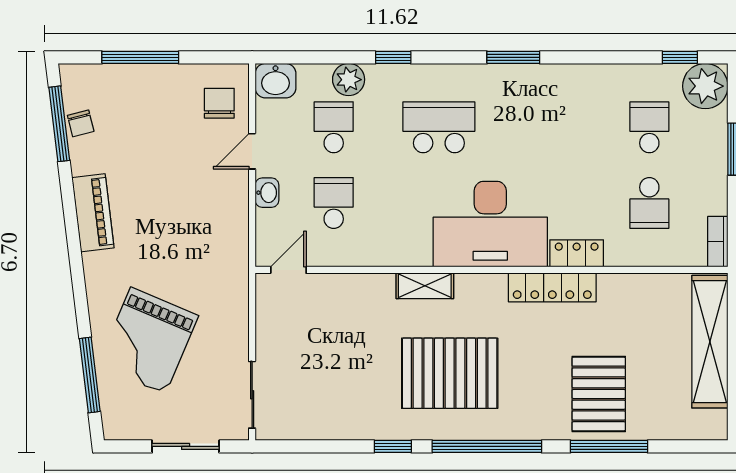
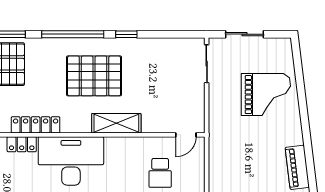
washbasin: (267, 193) -> (198, 179), removed
shelving: (425, 286) -> (116, 123), width x1.50, depth x1.33
grand piano: (148, 341) -> (266, 95), turned 67
window: (90, 375) -> (299, 75), removed

